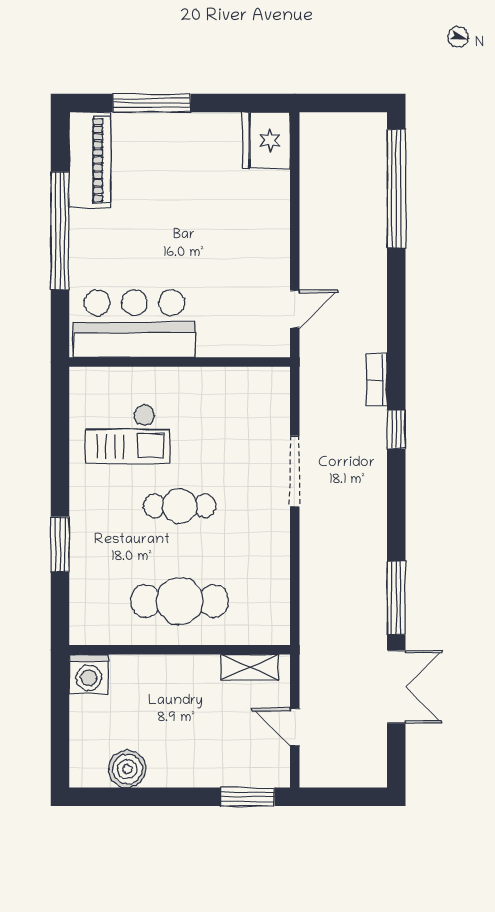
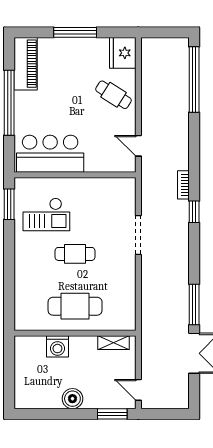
window: (152, 103) -> (75, 32), moved
cafe table: (250, 216) -> (113, 95), added
door: (295, 309) -> (138, 146), swing flipped
window: (60, 544) -> (9, 204), moved
washing machine: (89, 674) -> (57, 346), moved
door: (295, 727) -> (138, 390), moved
boiler: (127, 769) -> (72, 399), moved

